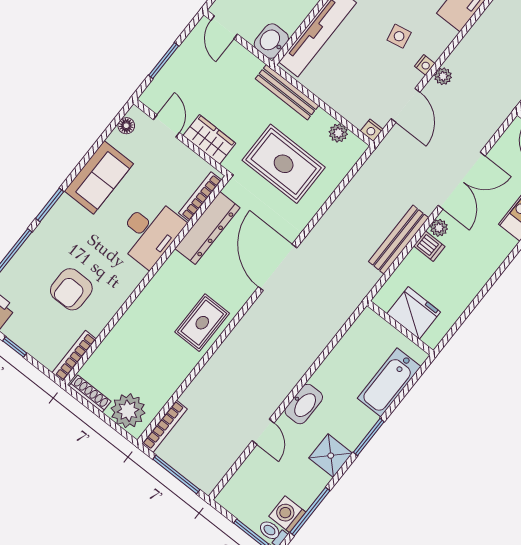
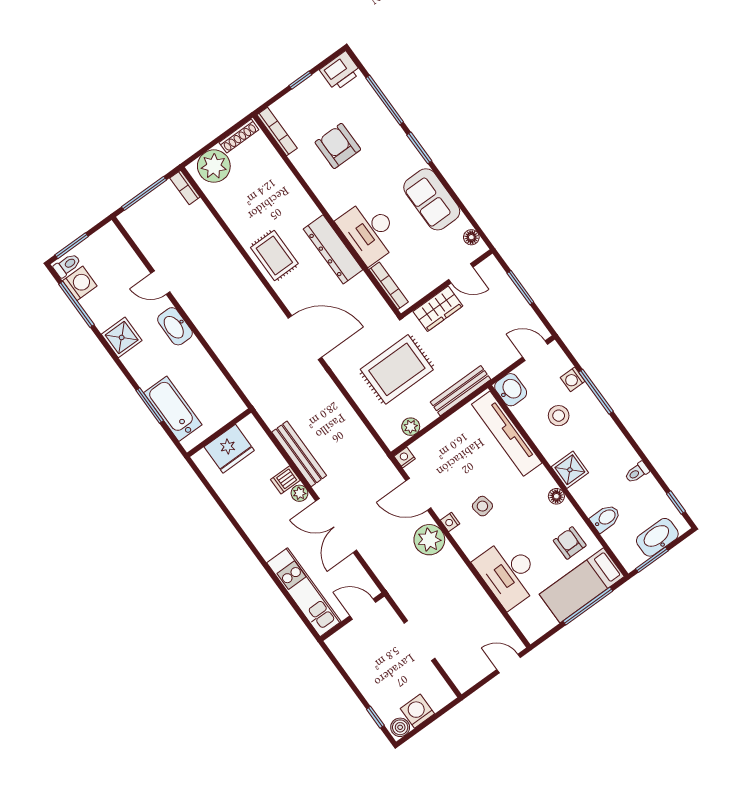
plant: (443, 76) -> (429, 540), width x1.87, depth x1.87
dresser: (207, 228) -> (333, 249), moved
bookcase: (165, 426) -> (185, 187), width x0.64
window: (369, 437) -> (150, 406), moved

